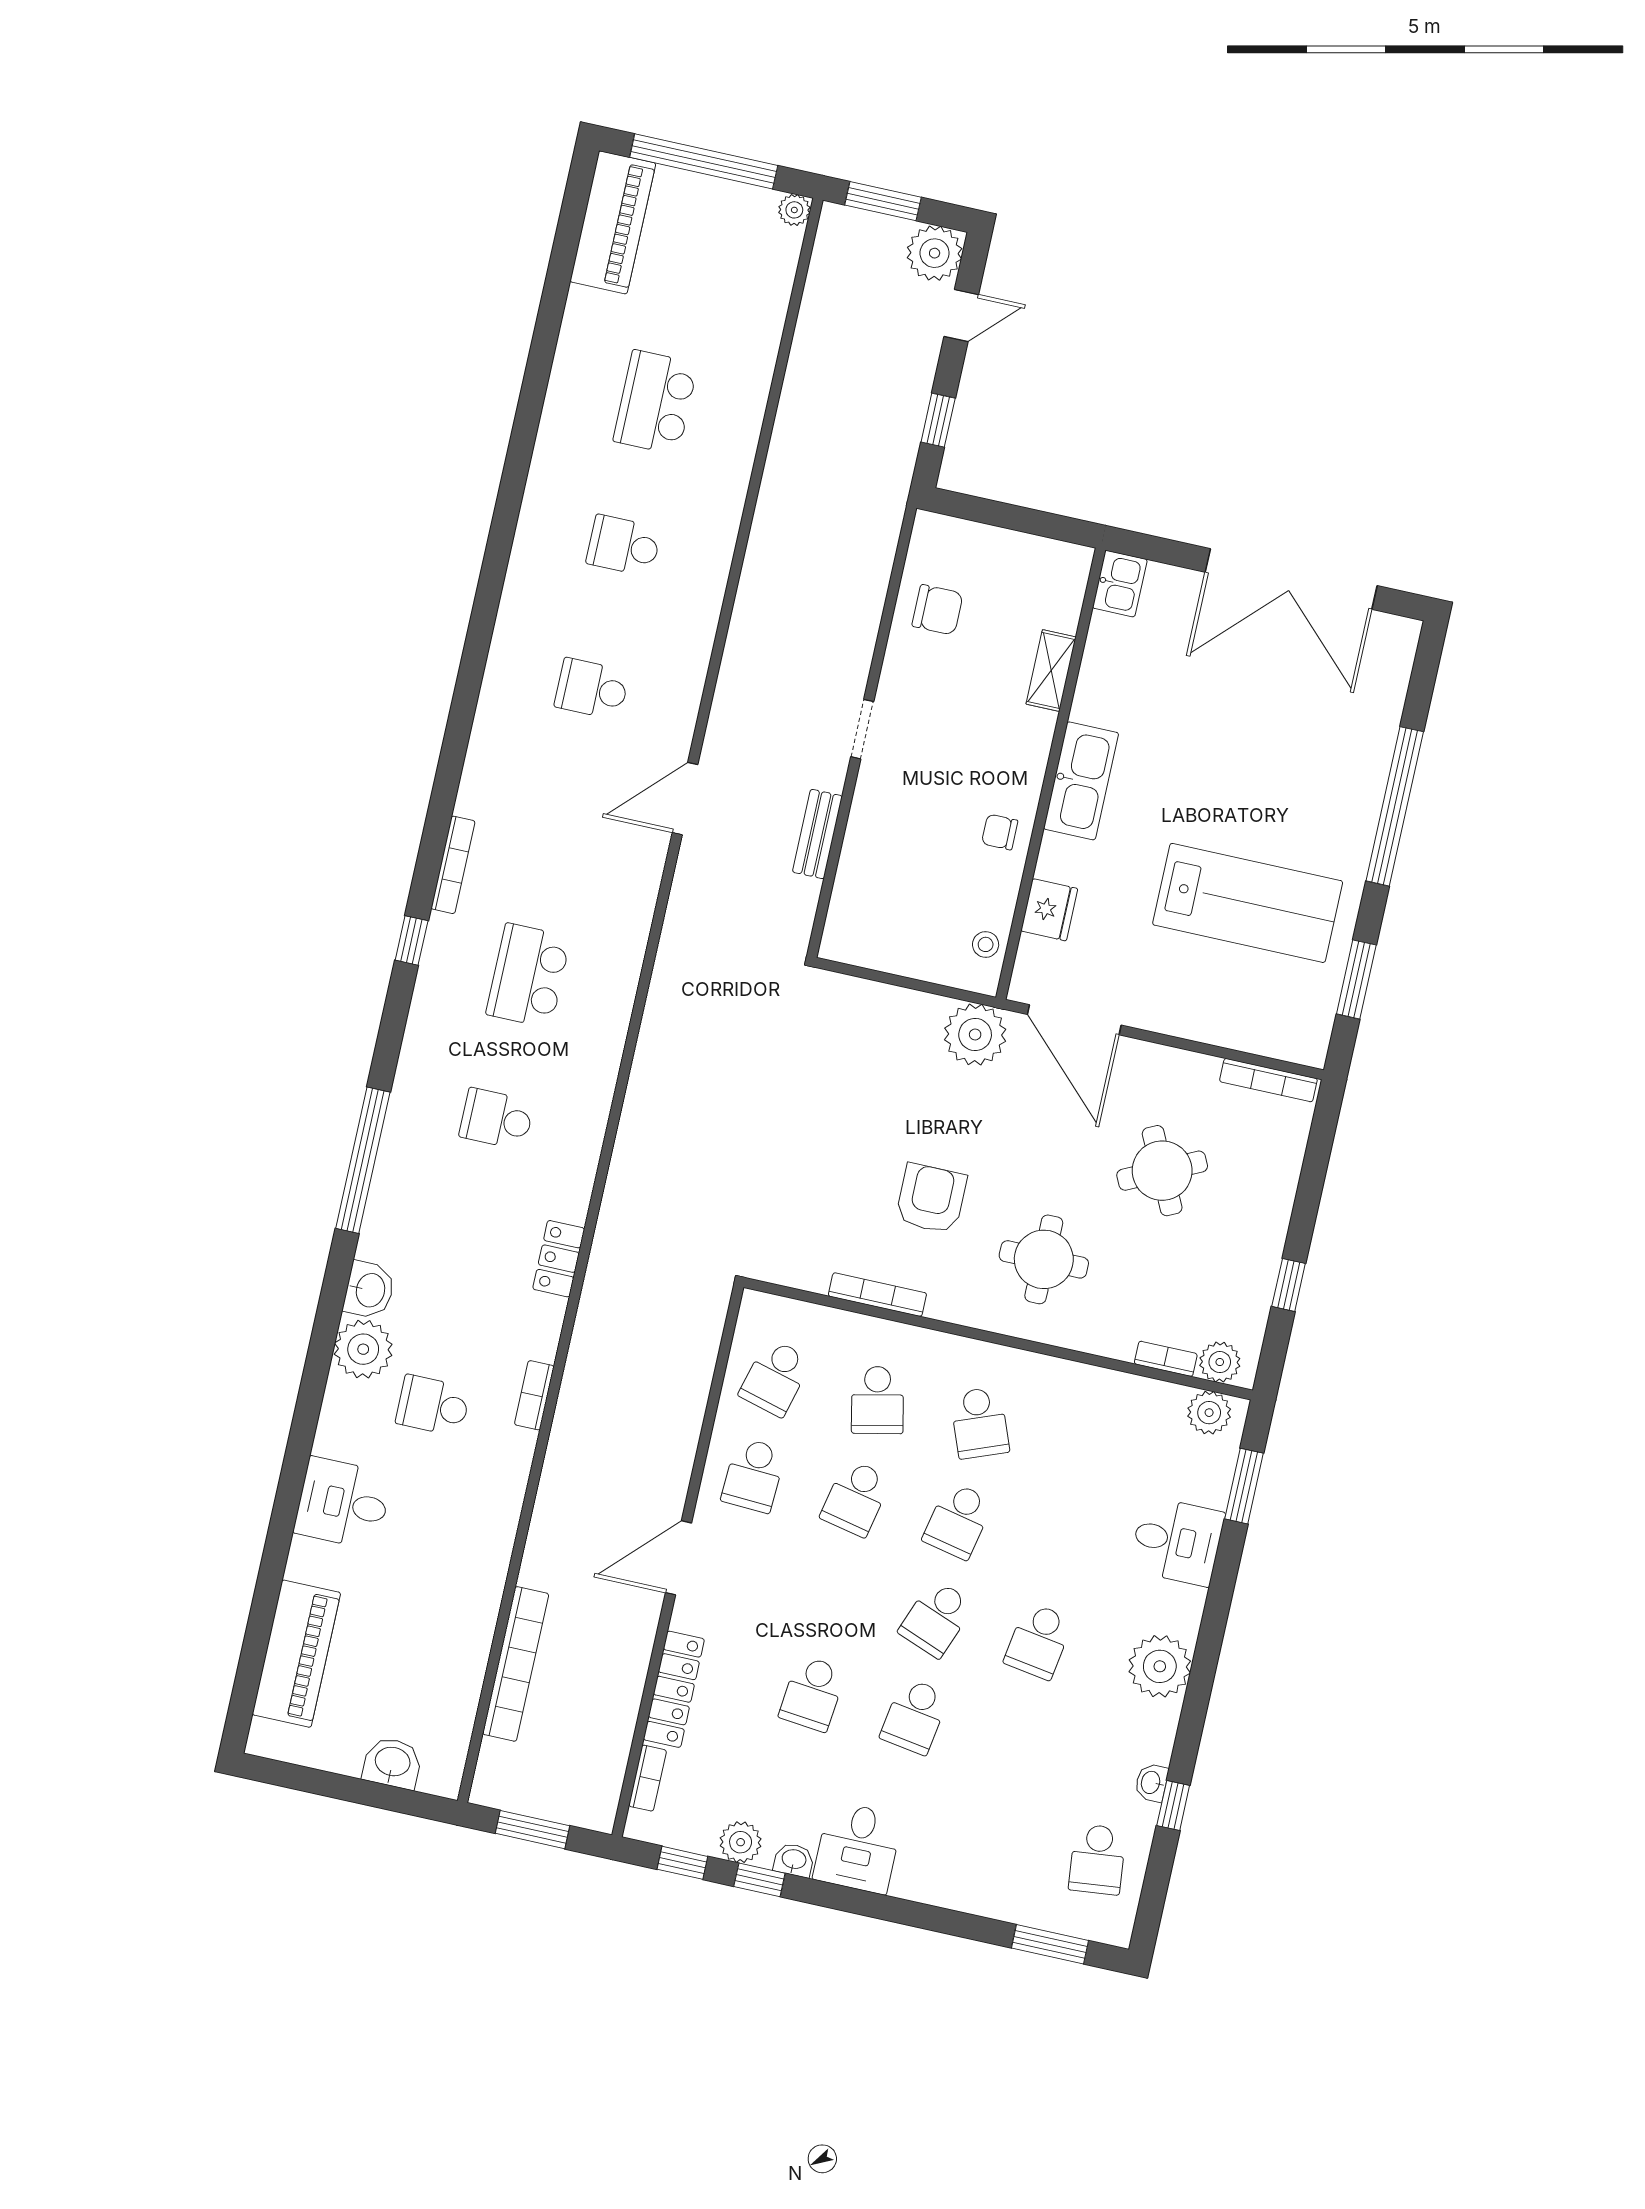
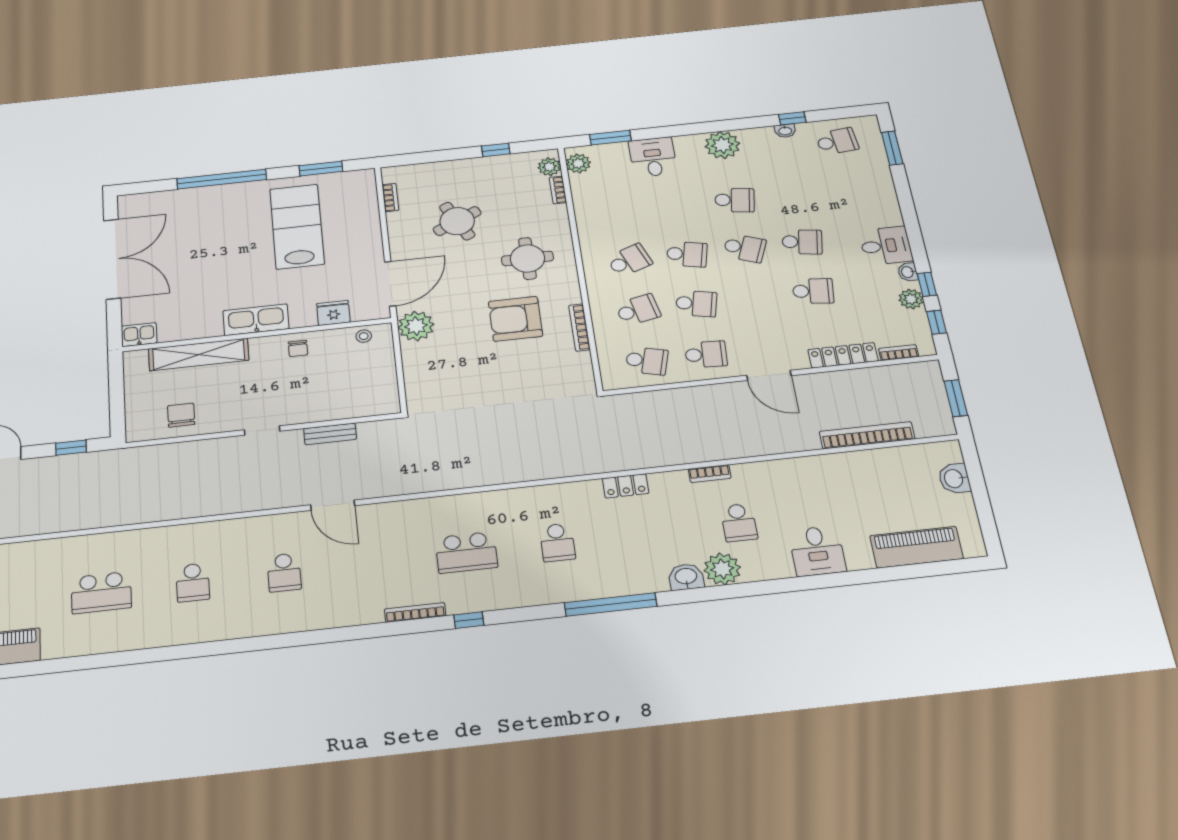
shelving: (1051, 671) -> (199, 354), width x2.20, depth x1.33
bookcase: (1268, 1080) -> (390, 198), width x0.64
armchair: (931, 1198) -> (515, 319), width x1.36, depth x1.36

